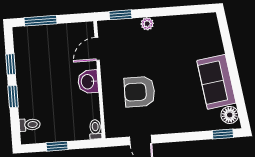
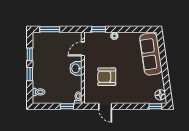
sofa: (216, 82) -> (151, 54), moved, width x1.36
window: (57, 146) -> (67, 106), moved

